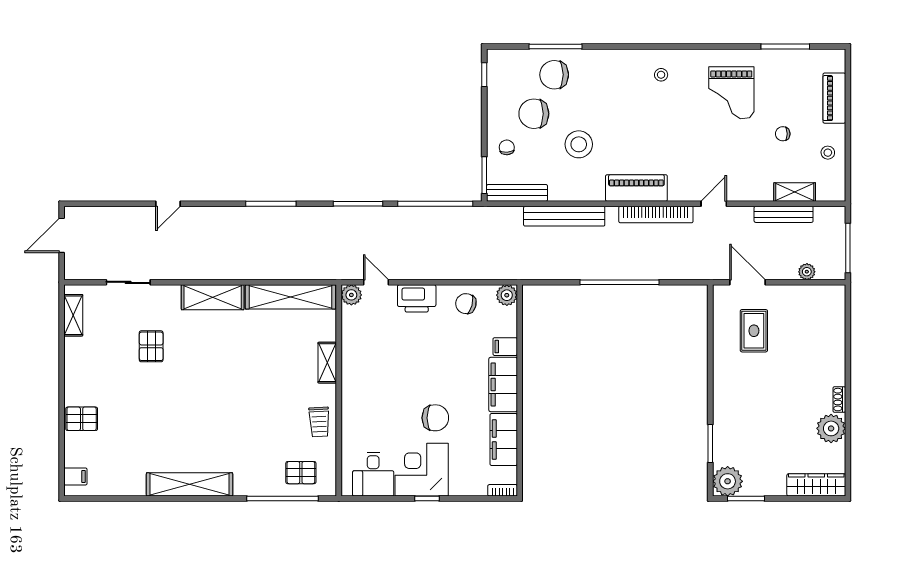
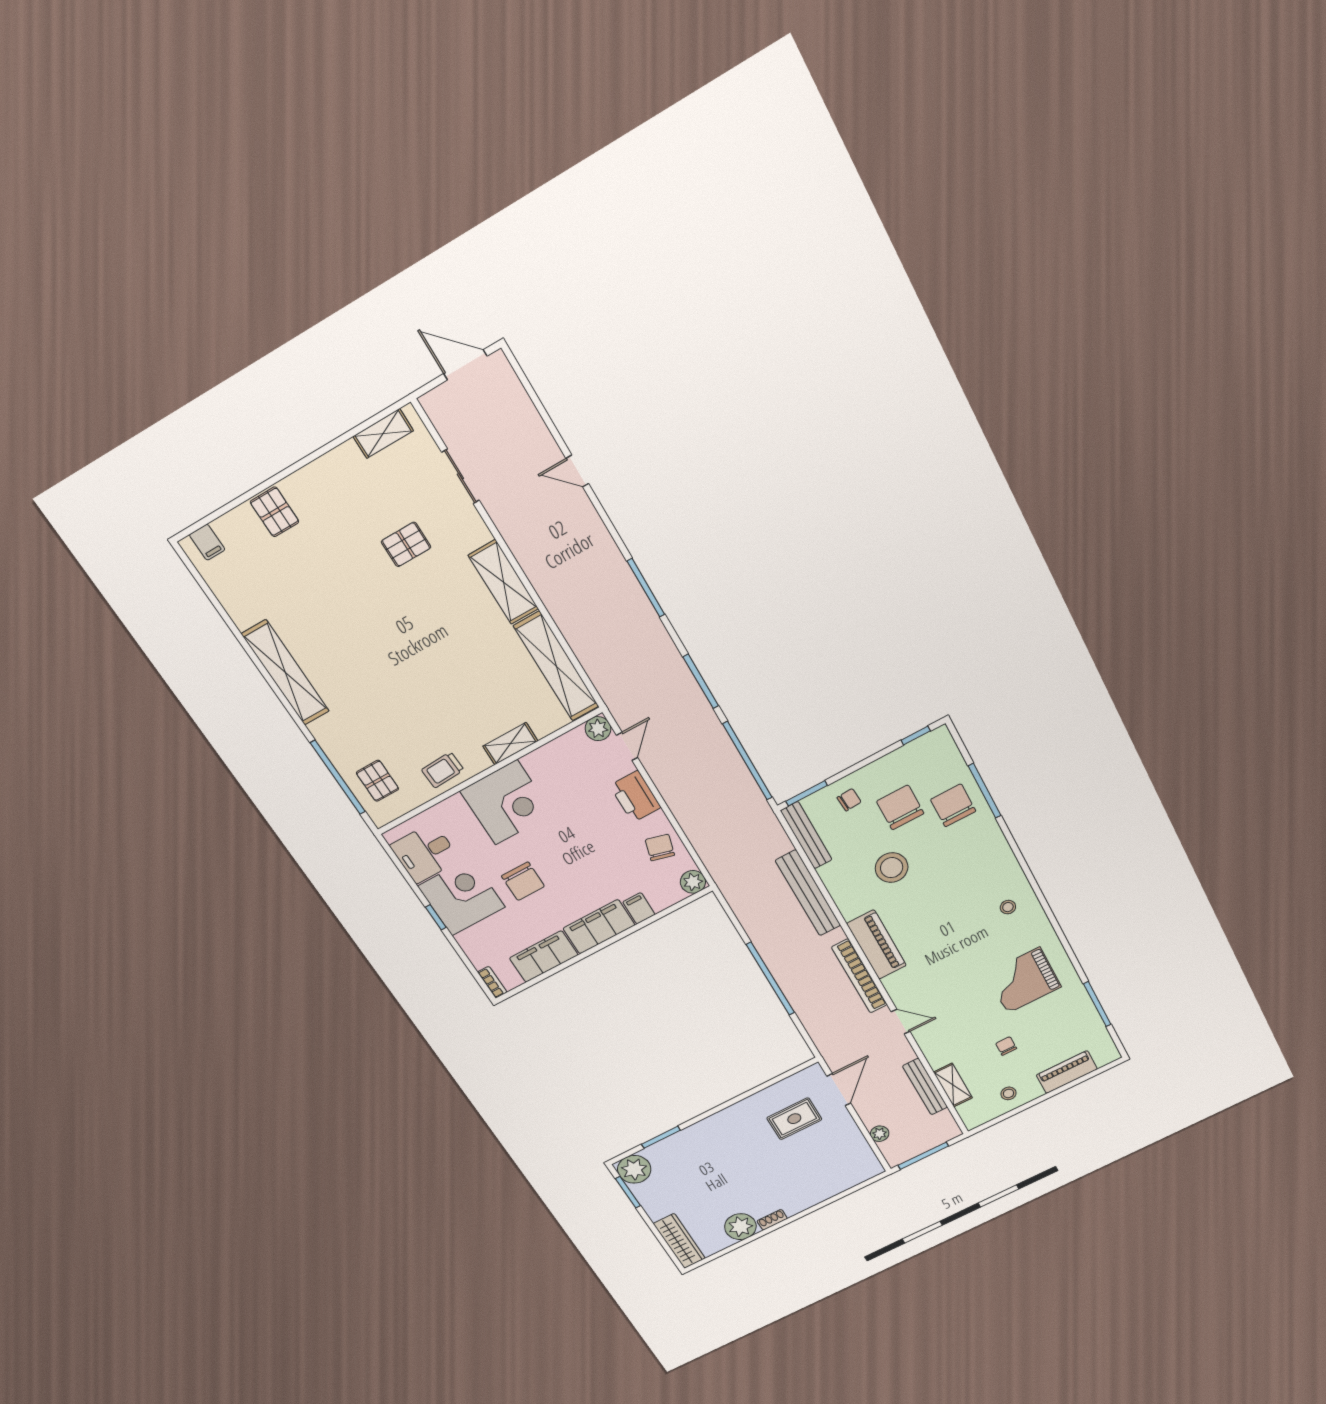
corner desk: (369, 392) -> (506, 802), added

